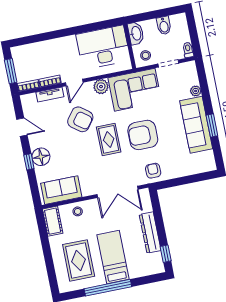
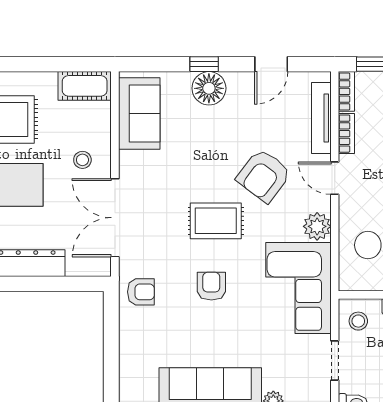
tv unit: (50, 95) -> (321, 118), width x1.41
armchair: (143, 135) -> (211, 286), width x0.53, depth x0.53
stool: (78, 211) -> (82, 160), moved

